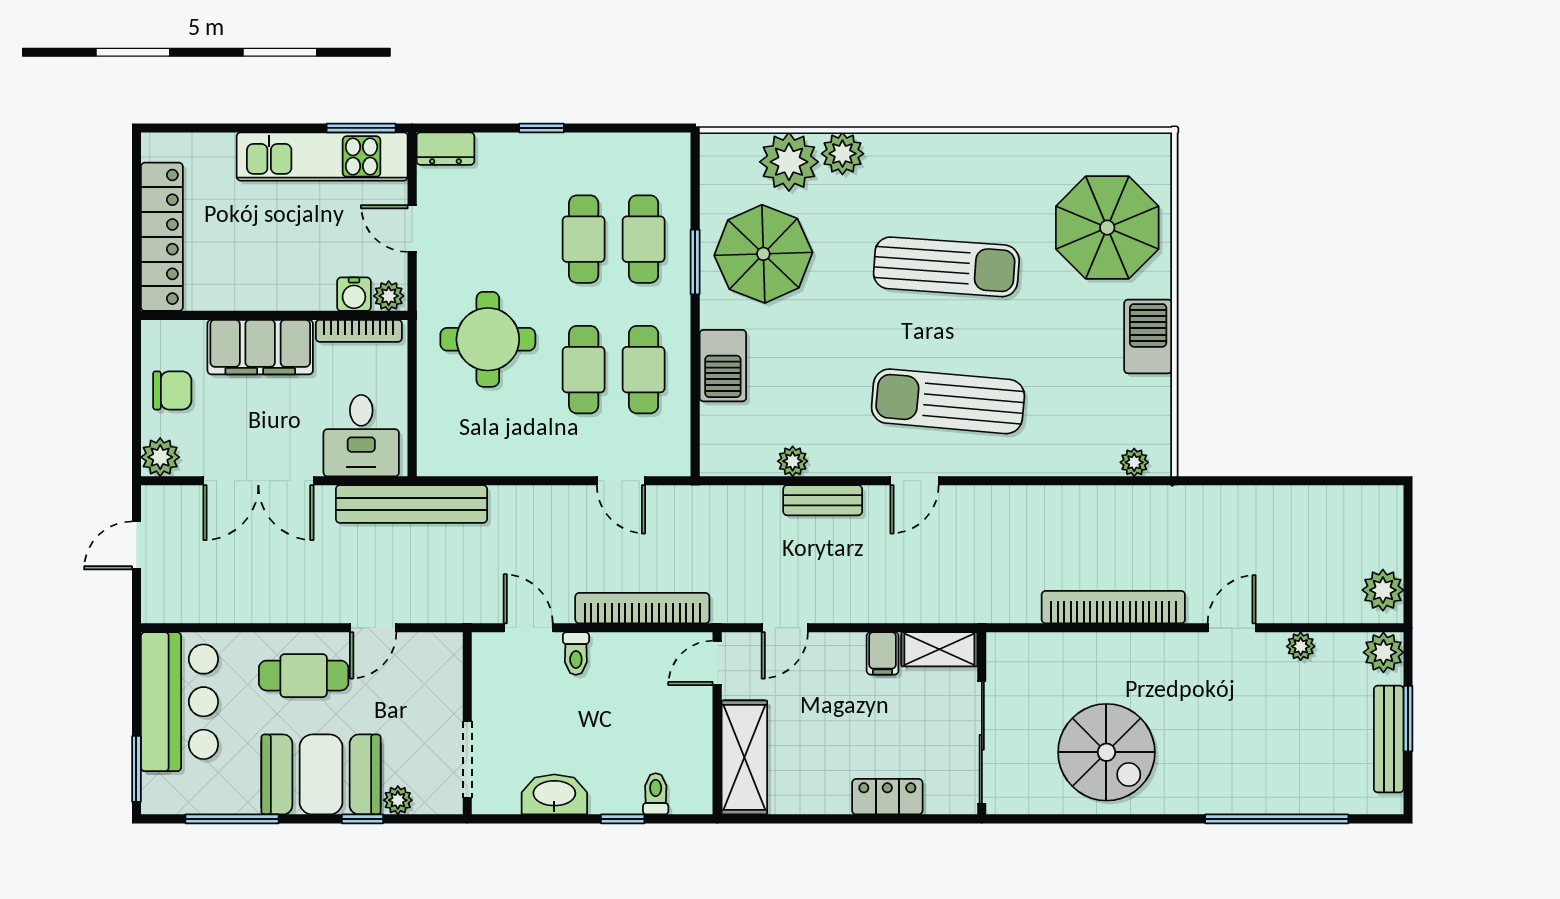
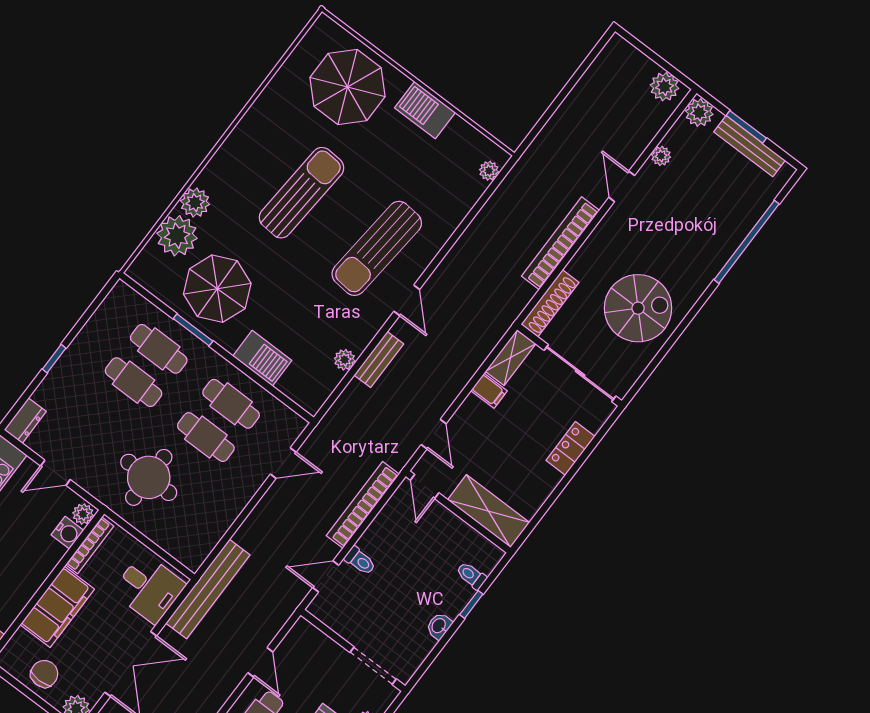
shoe rack: (1035, 647) -> (550, 303), added
washbasin: (554, 794) -> (439, 626), width x0.52, depth x0.69

